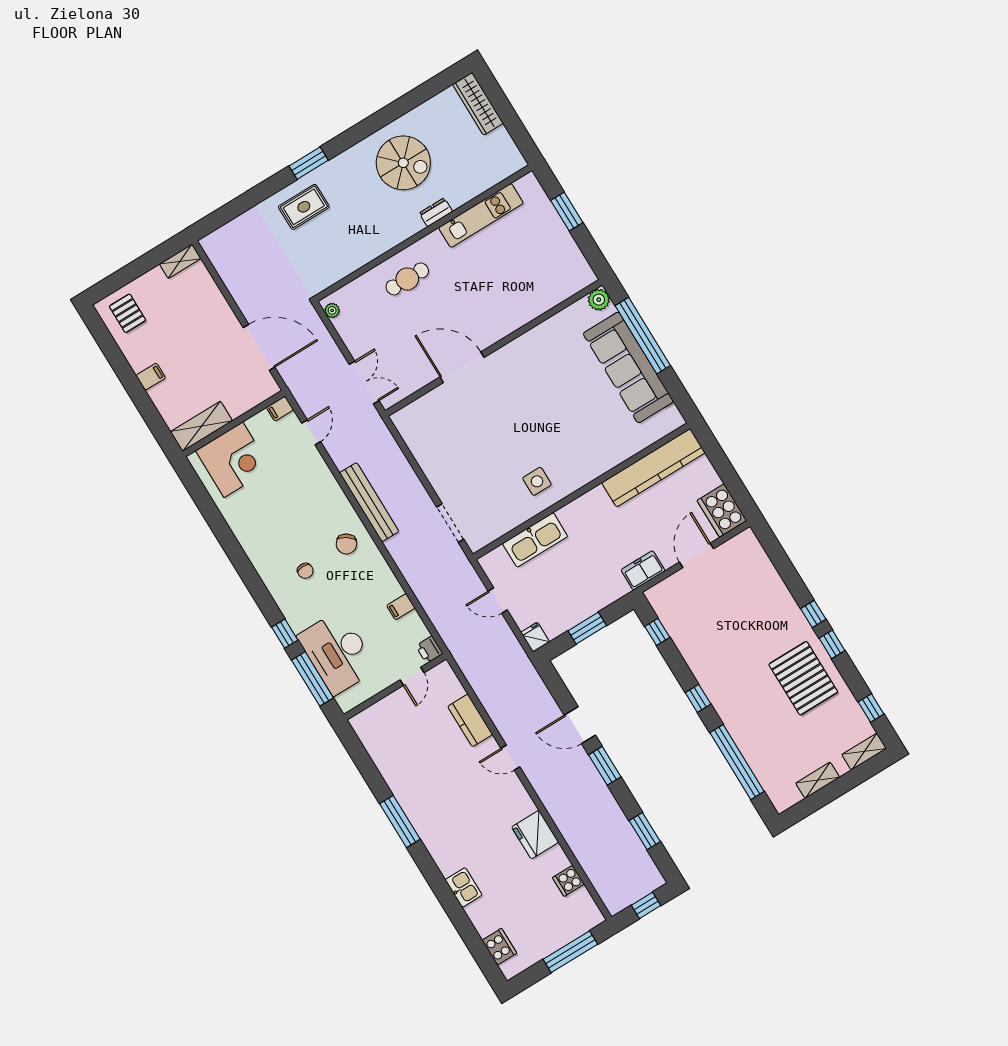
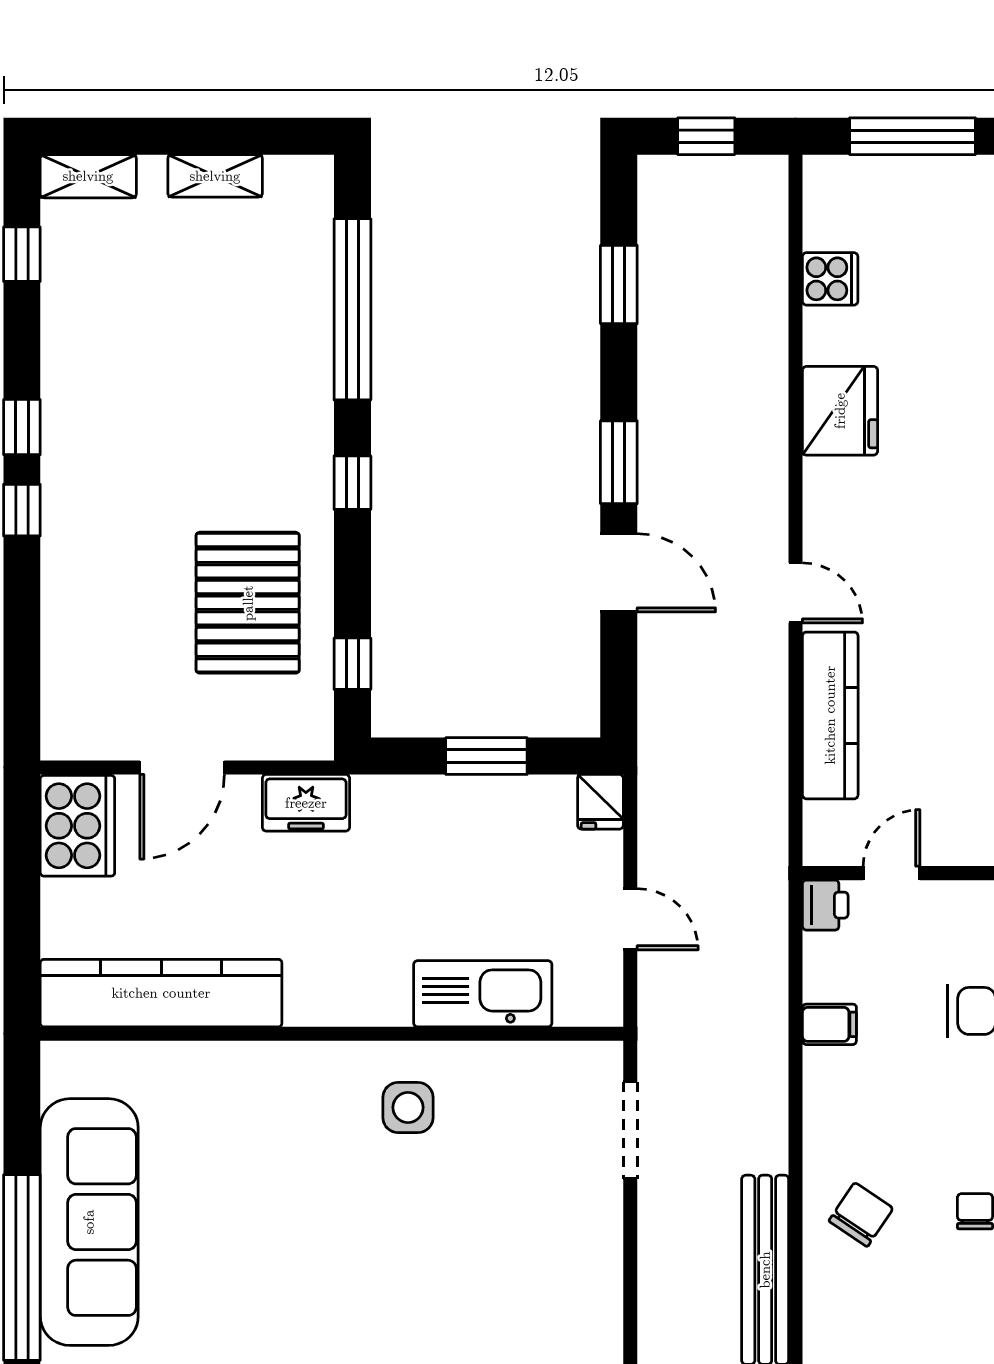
pallet: (803, 678) -> (248, 603), moved
kitchen counter: (470, 720) -> (830, 715), width x1.50

